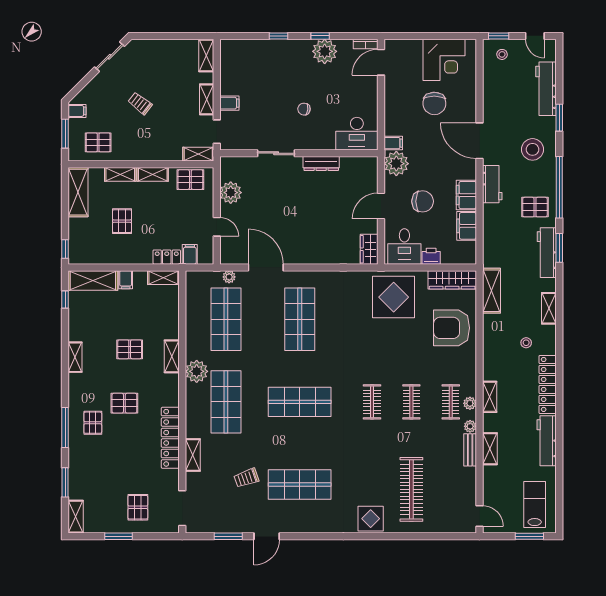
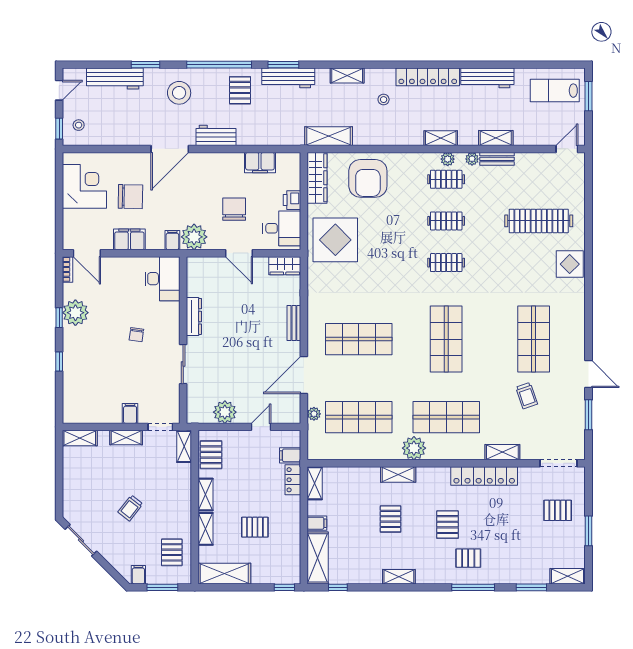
filing cabinet: (466, 195) -> (129, 239), moved, turned 180
bench: (315, 258) -> (294, 323), added

